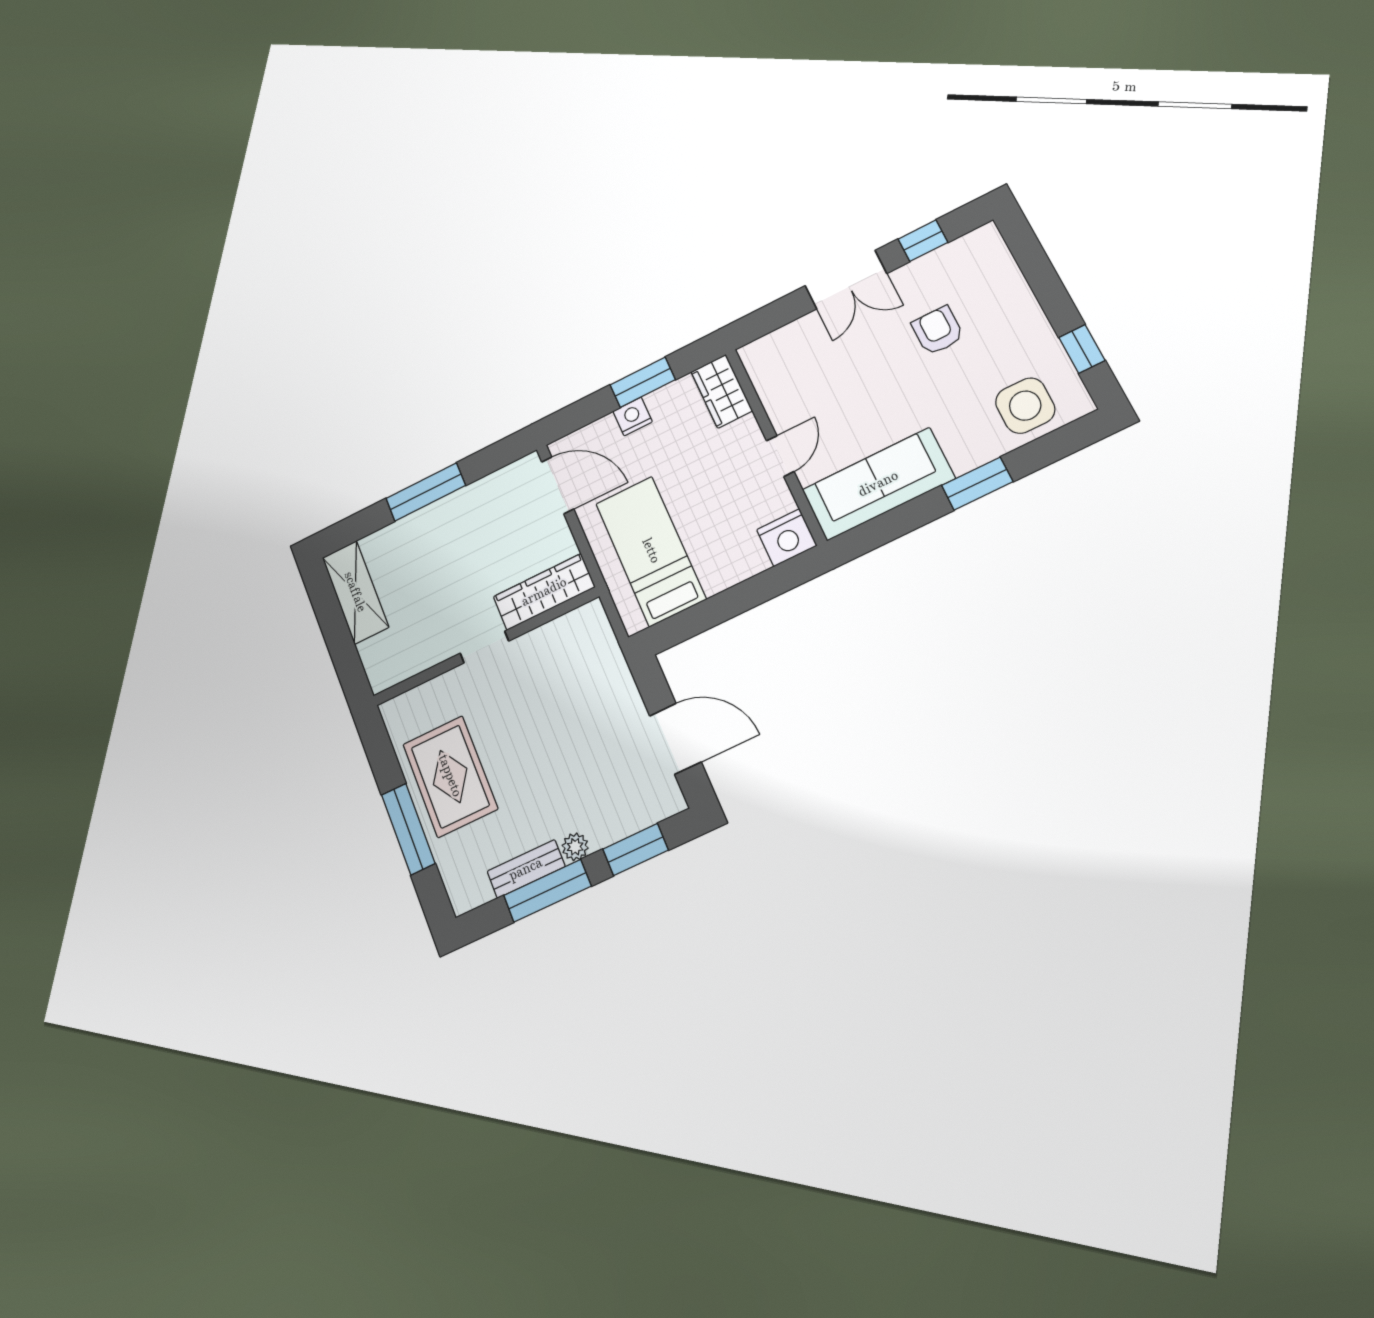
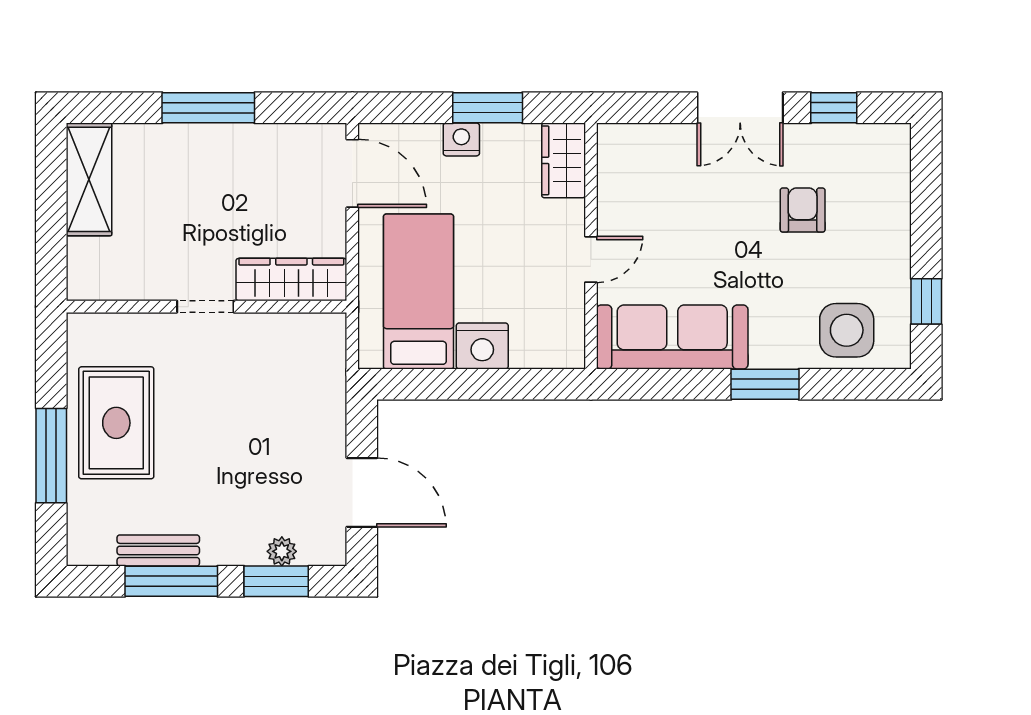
nightstand: (787, 538) -> (482, 346), moved
plant: (575, 847) -> (282, 551), moved

